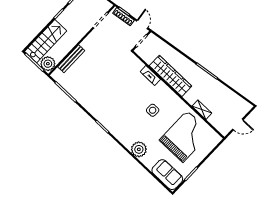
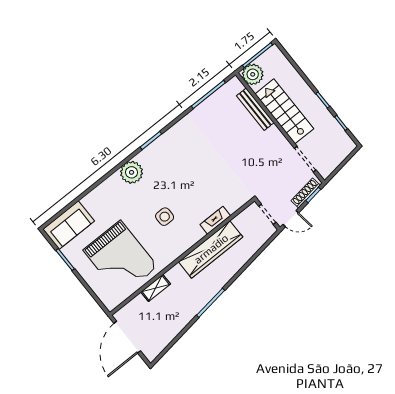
stairs: (46, 41) -> (284, 111), moved, turned 180
door: (238, 124) -> (127, 337), width x1.88
plant: (139, 149) -> (132, 172), moved

